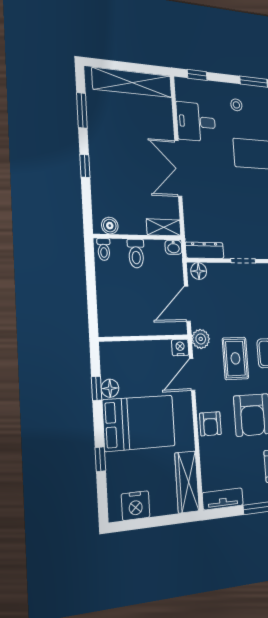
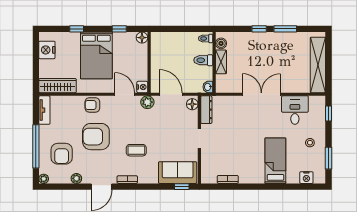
window: (82, 110) -> (285, 29), moved
shelving: (164, 227) -> (221, 62), moved
rug: (235, 358) -> (134, 127), removed
floor lamp: (110, 388) -> (142, 38), moved

